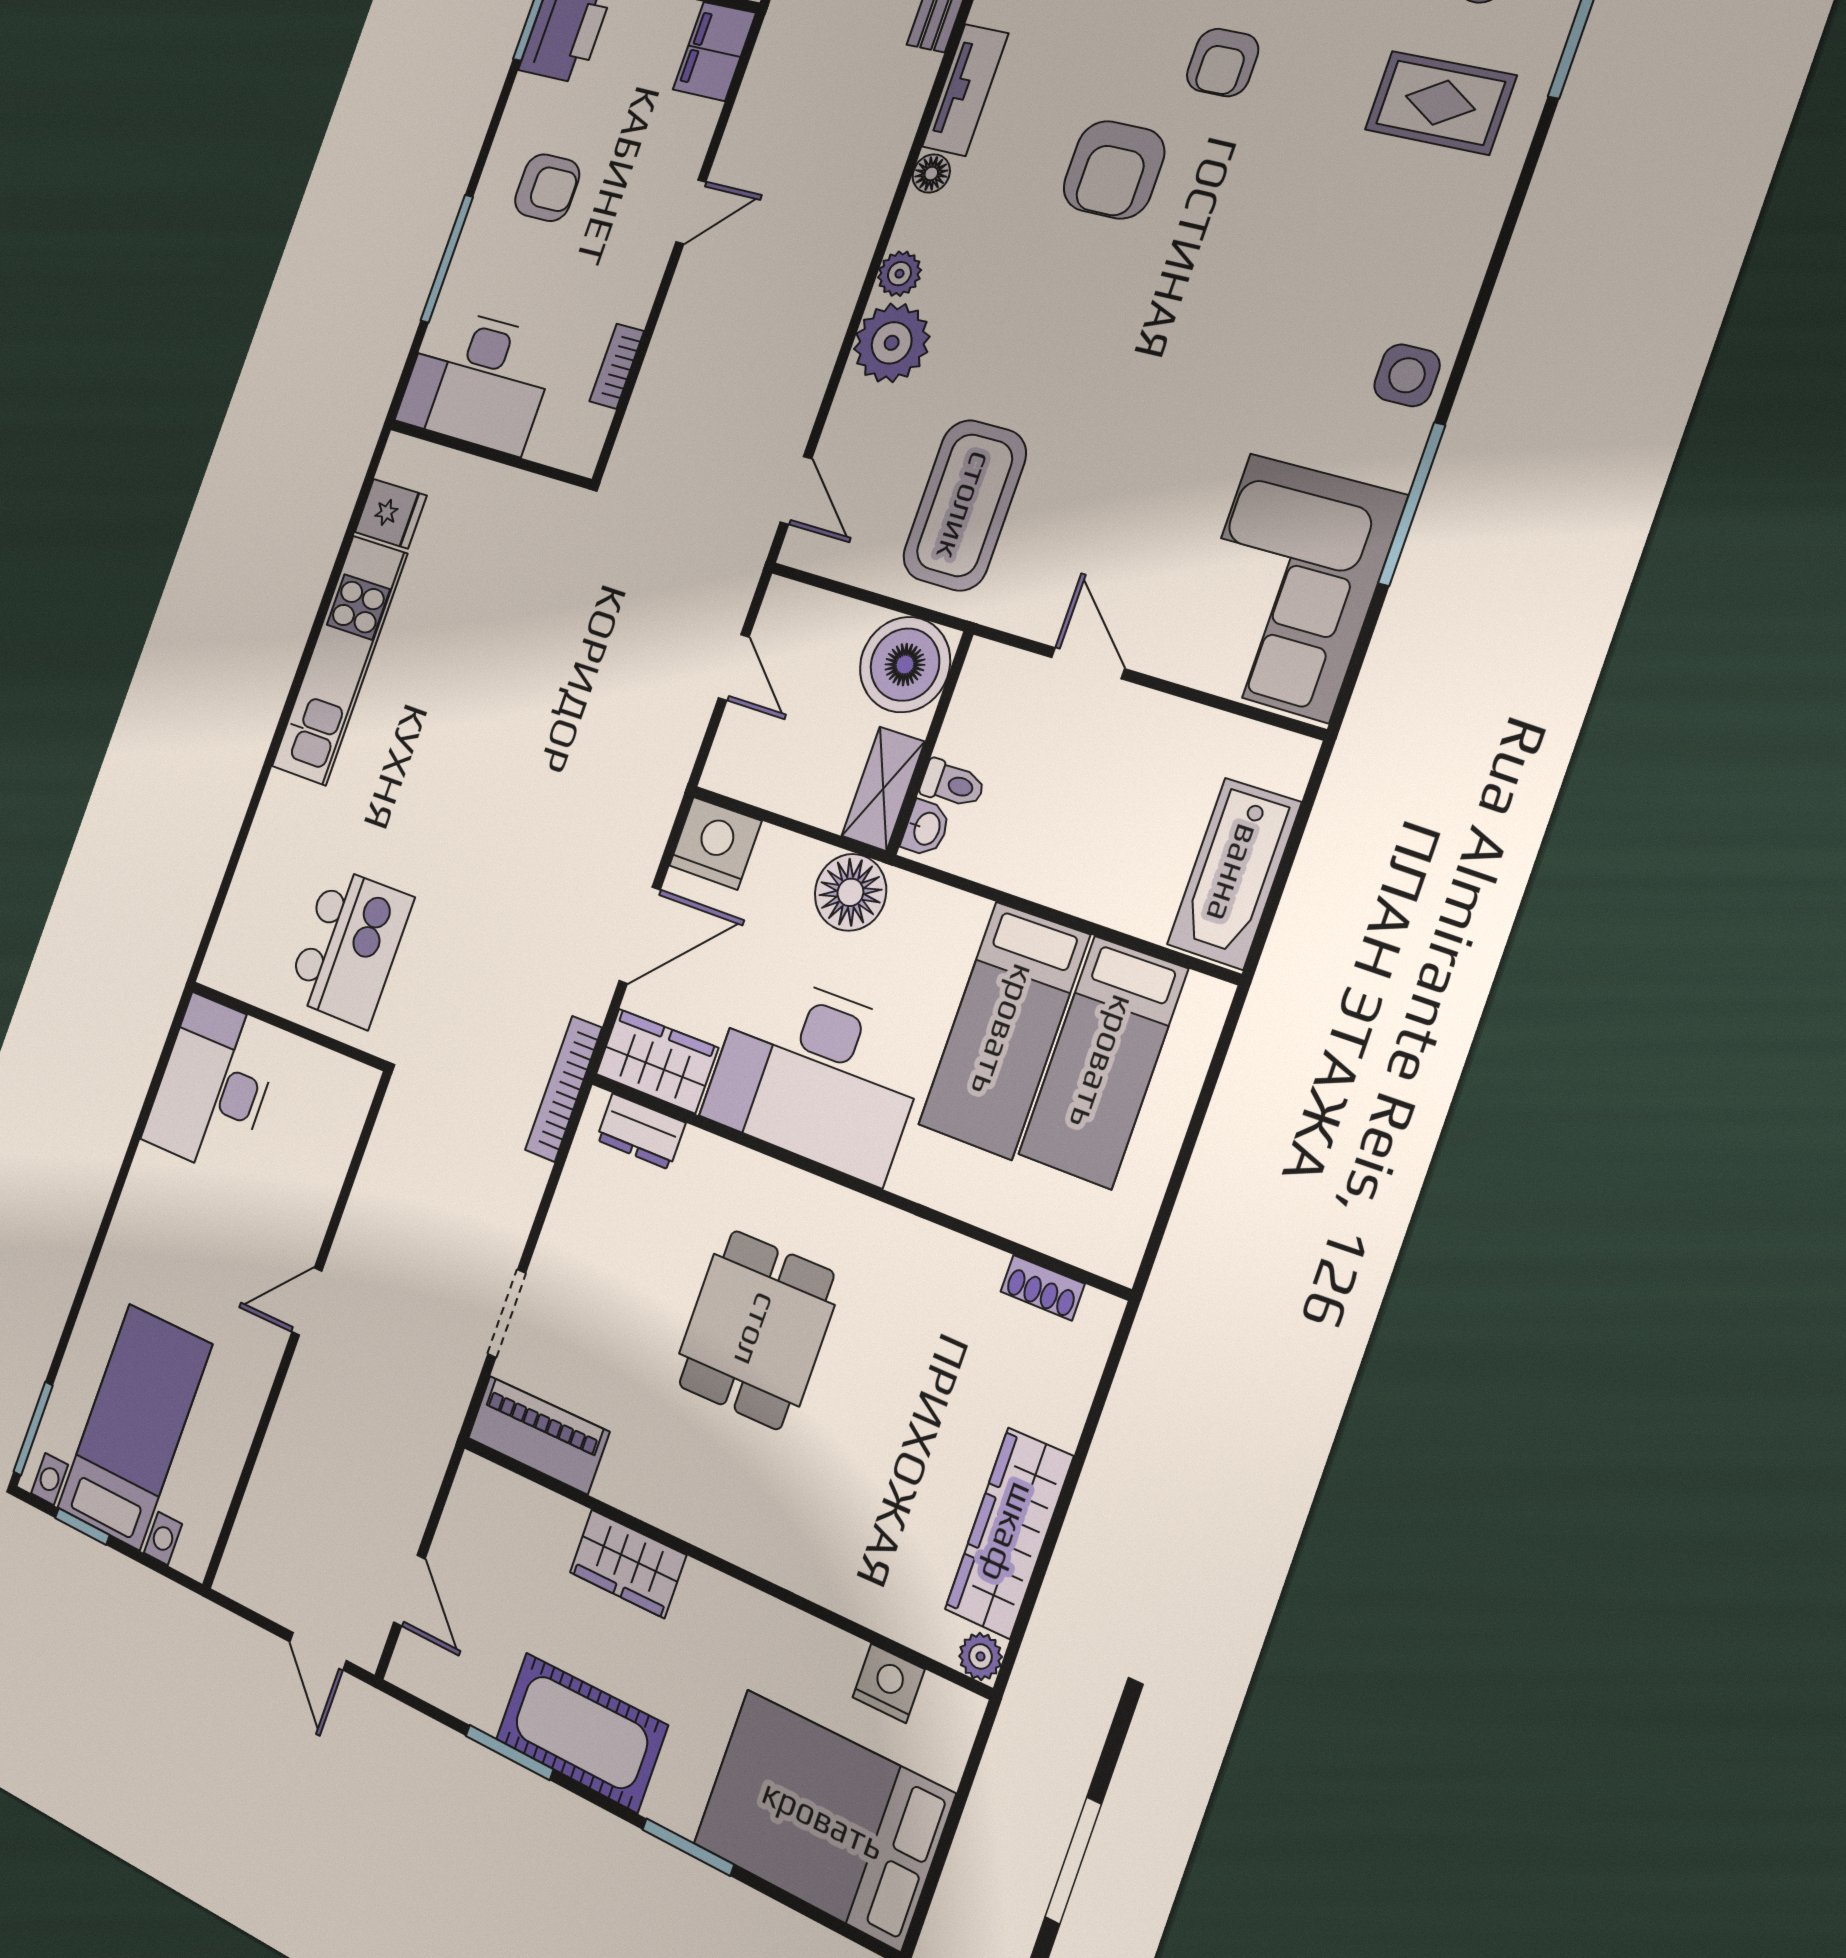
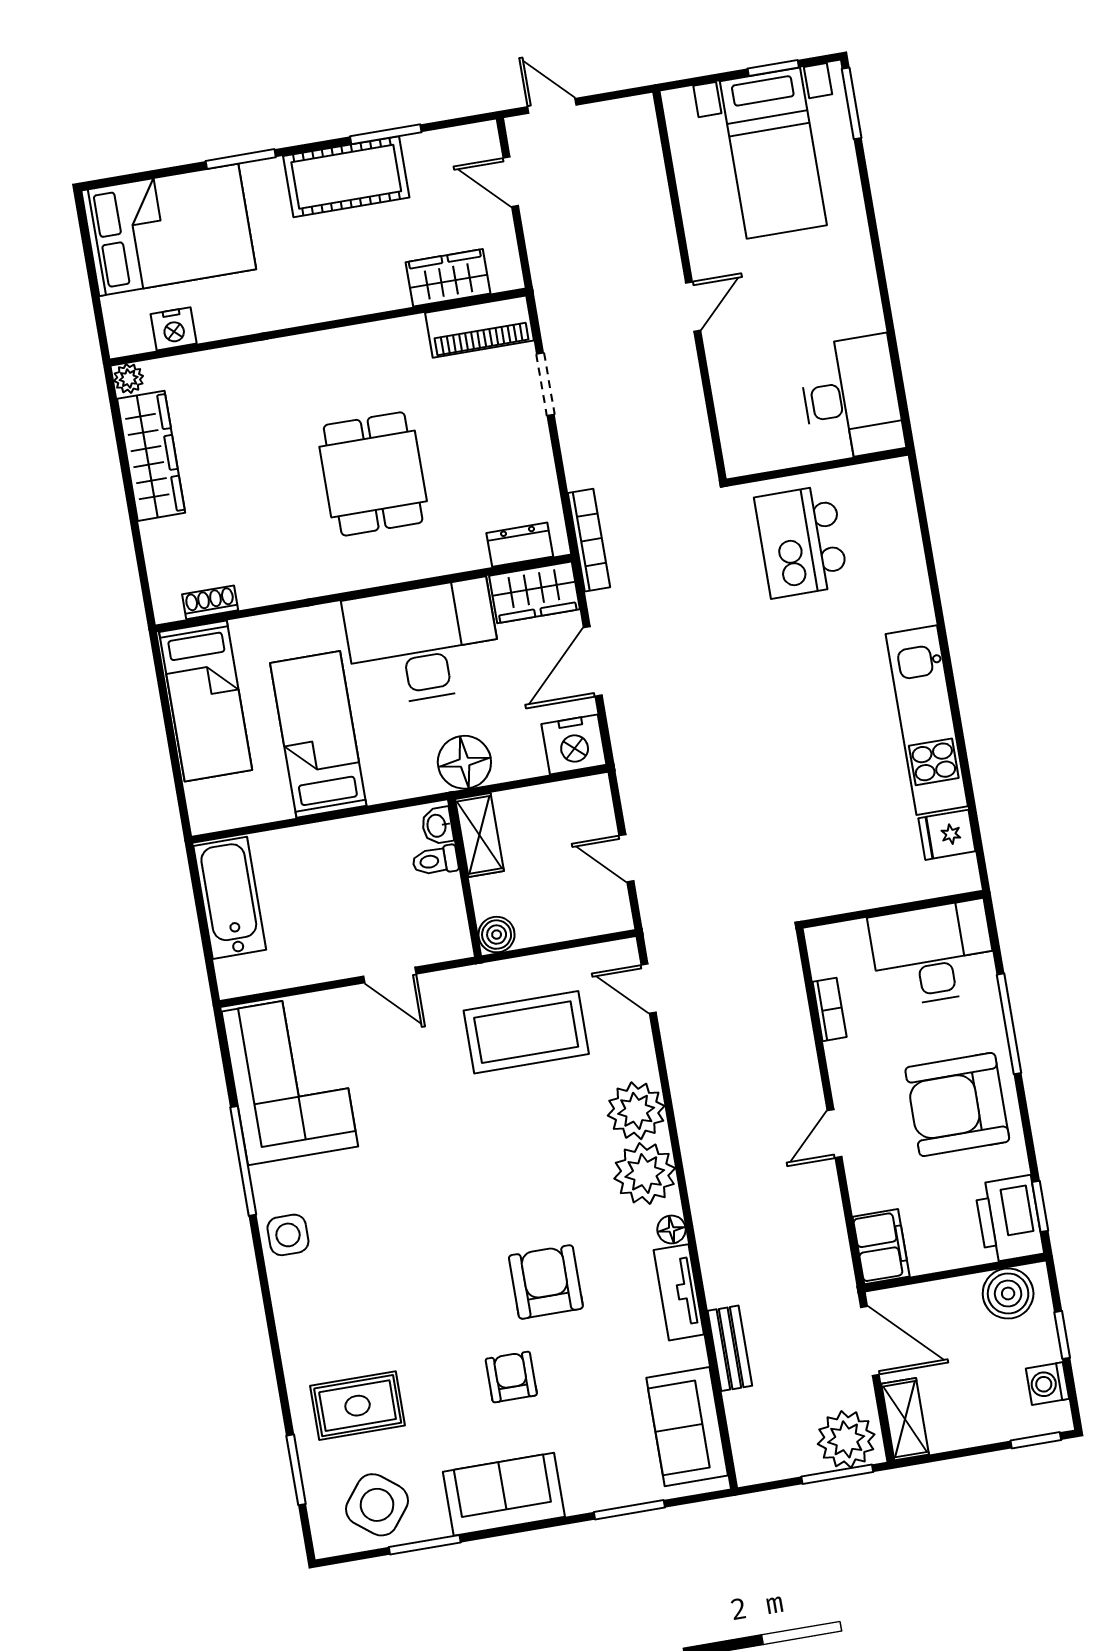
armchair: (547, 188) -> (957, 1105), width x1.88, depth x1.88
plant: (899, 274) -> (645, 1173), width x1.87, depth x1.87
coffee table: (965, 505) -> (526, 1032), turned 90
boiler: (905, 665) -> (497, 935), width x0.54, depth x0.54
bed: (1103, 1062) -> (206, 701), moved, turned 180
wardrobe: (628, 1564) -> (448, 278), moved

